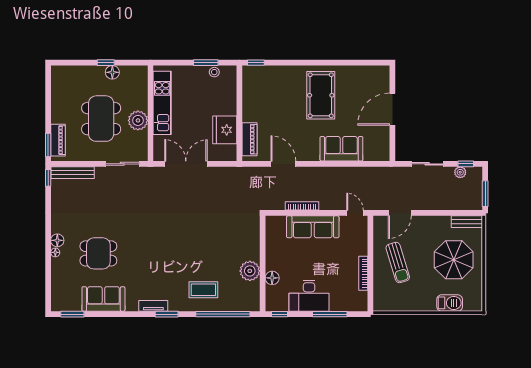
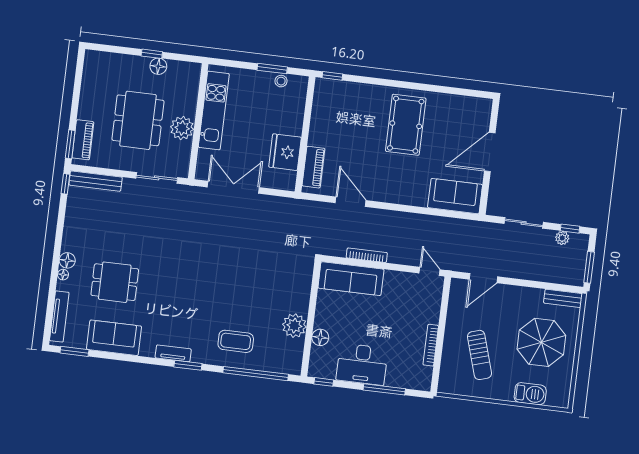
sofa: (341, 149) -> (455, 196), moved
sofa: (313, 227) -> (351, 279), moved
sun lounger: (398, 263) -> (479, 355), moved
tv unit: (56, 287) -> (59, 316), added

